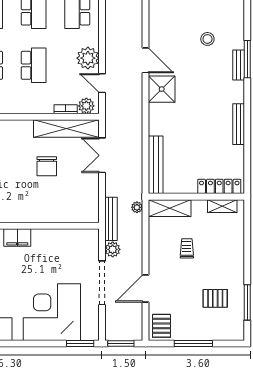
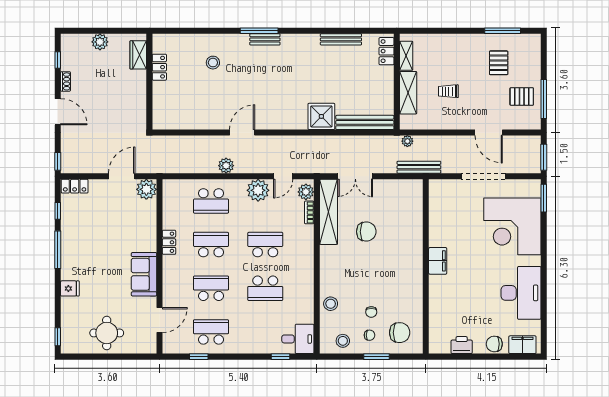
stool: (207, 39) -> (213, 63), moved
door: (146, 60) -> (242, 133), moved
shower: (162, 89) -> (321, 116), moved
bench: (239, 124) -> (341, 39), moved
locker: (219, 186) -> (386, 51), width x0.66
shelving: (170, 208) -> (408, 93), moved
plant: (113, 249) -> (226, 166), moved
pallet: (162, 326) -> (522, 96), moved
window: (193, 343) -> (544, 99), moved

